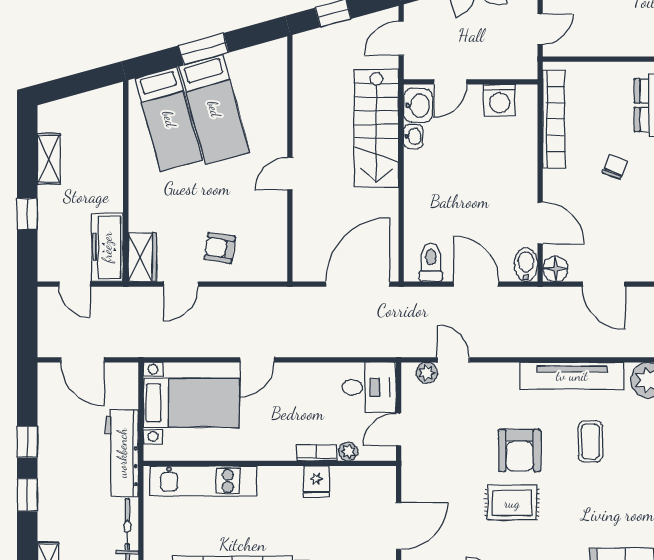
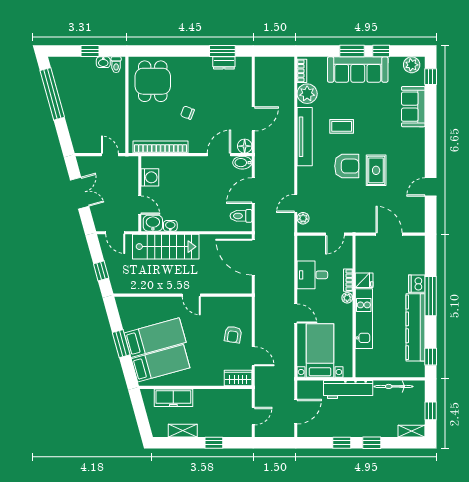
freezer: (107, 247) -> (173, 398), moved
desk: (369, 387) -> (312, 275), moved, turned -90
door: (399, 429) -> (335, 234), hinge flipped
plant: (348, 451) -> (347, 298), moved
kitchen unit: (203, 481) -> (364, 319), moved

